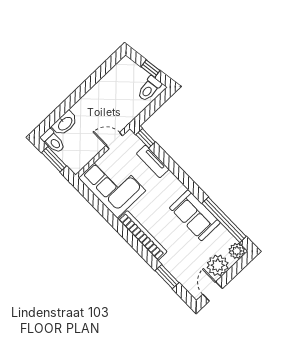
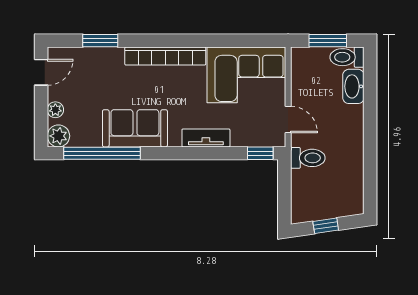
toilet: (149, 89) -> (308, 158), moved, turned 98
door: (114, 141) -> (288, 120), hinge flipped
tv unit: (153, 161) -> (206, 138), moved
plant: (218, 265) -> (55, 110), width x0.53, depth x0.53
door: (213, 291) -> (41, 72), hinge flipped

